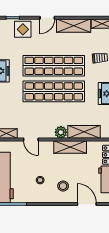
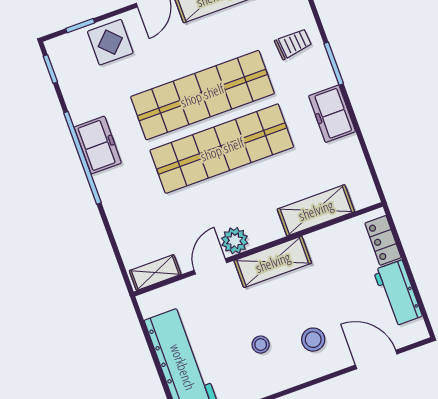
plant: (61, 132) -> (235, 241), moved
door: (31, 139) -> (210, 266), swing flipped
shelving: (70, 147) -> (273, 262), moved

